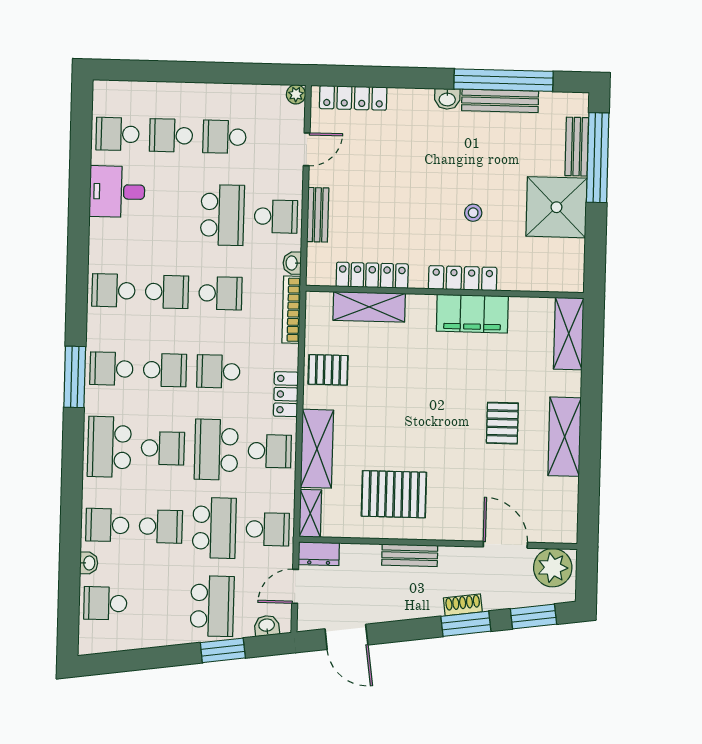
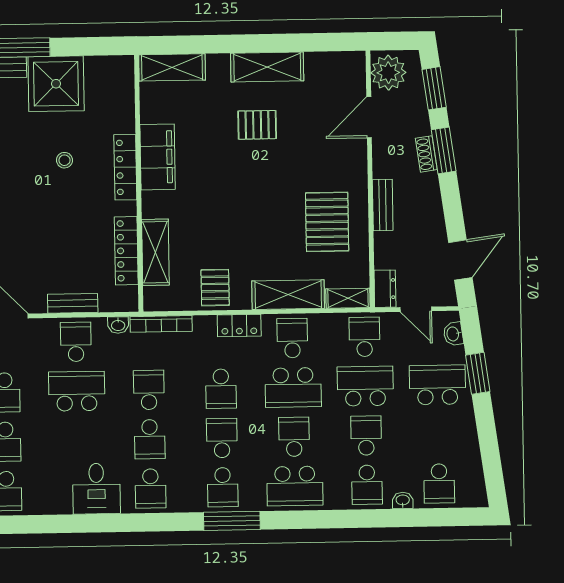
desk: (117, 192) -> (96, 489), moved
school desk: (167, 292) -> (150, 439), turned 180

